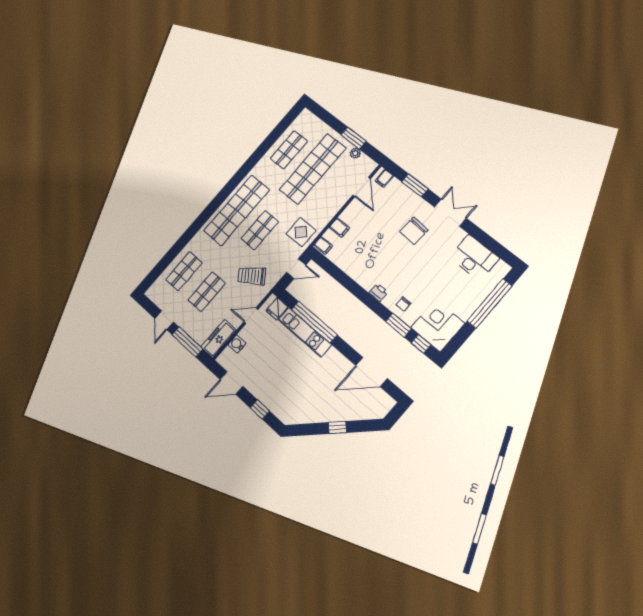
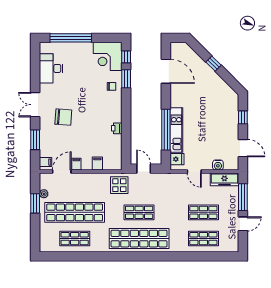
filing cabinet: (323, 245) -> (76, 164), moved
trolley: (252, 276) -> (171, 192), removed
printer: (379, 292) -> (117, 128), moved

